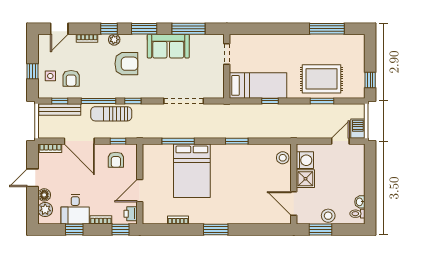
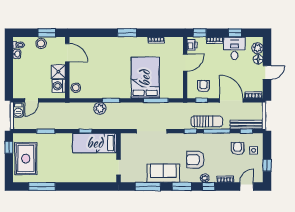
window: (33, 71) -> (267, 165), moved
rug: (322, 79) -> (26, 159), moved, turned 90
plant: (251, 131) -> (100, 108), added

